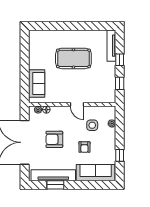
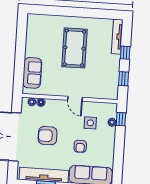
pool table: (73, 58) -> (74, 48), turned 90
window: (120, 155) -> (121, 119), moved

